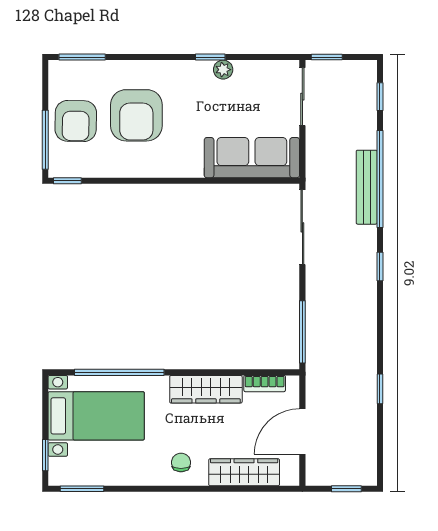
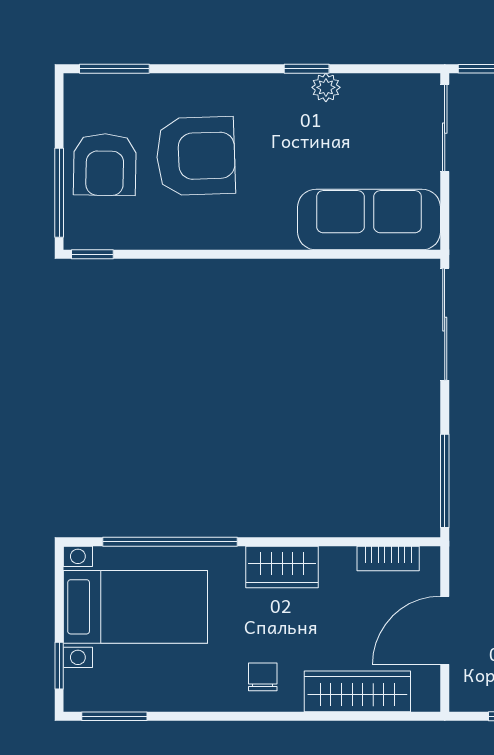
armchair: (136, 115) -> (196, 156), turned -92
wardrobe: (206, 389) -> (282, 567), width x0.67

